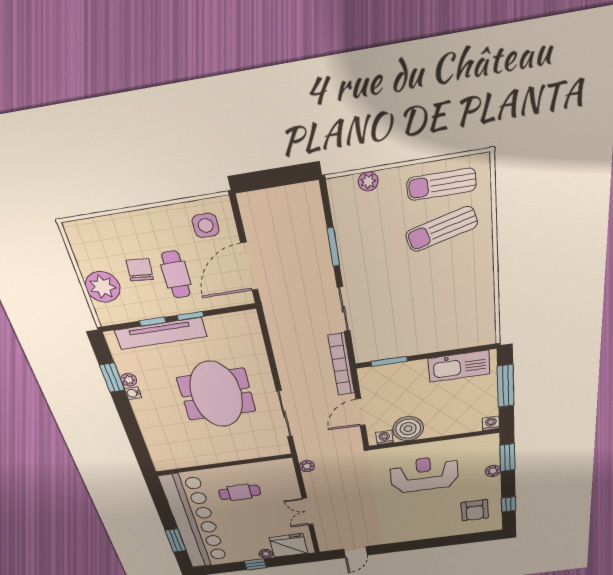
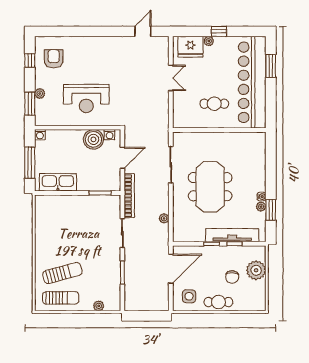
cafe table: (176, 275) -> (218, 302), moved, turned 90
plant: (307, 466) -> (164, 218), moved

